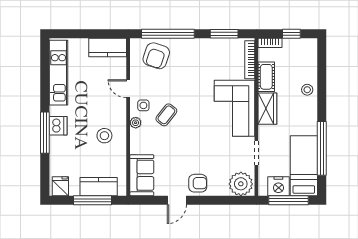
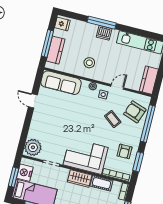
coffee table: (166, 115) -> (113, 119), moved
sofa: (142, 175) -> (61, 83), width x1.36
armchair: (198, 183) -> (124, 151), moved
window: (289, 200) -> (14, 177), width x0.69

